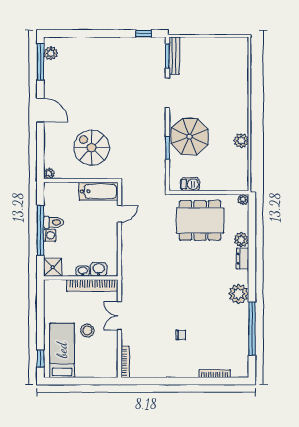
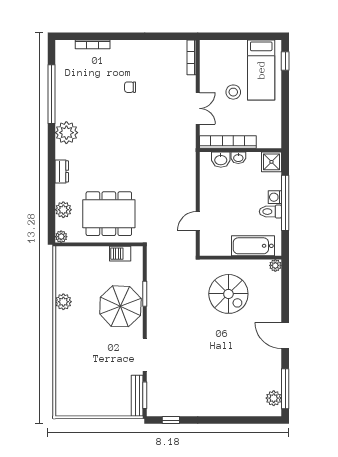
bathtub: (99, 191) -> (253, 246), moved
plant: (241, 240) -> (63, 210), moved

